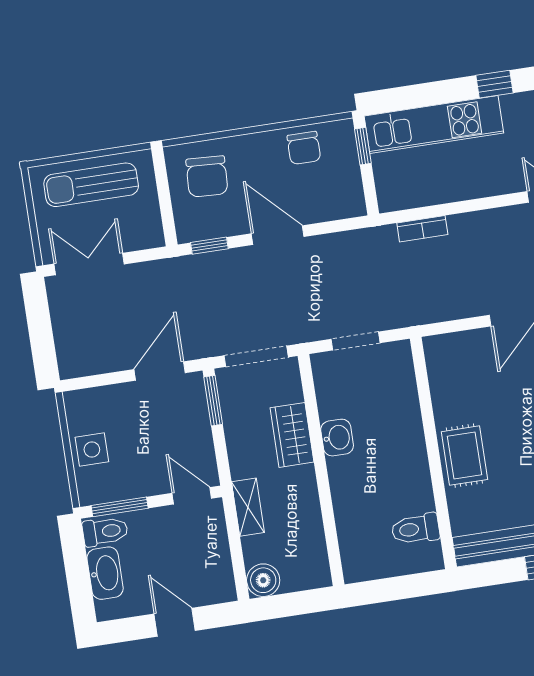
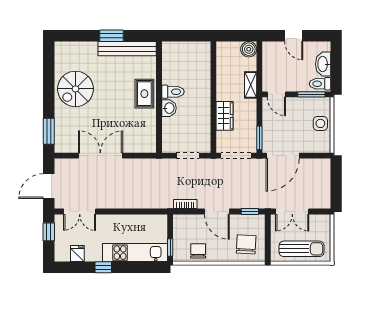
bookcase: (422, 229) -> (185, 204), moved
double door: (89, 264) -> (292, 212), moved
door: (160, 371) -> (283, 156), width x1.36
washbasin: (337, 438) -> (169, 108), moved, turned 180
toilet: (416, 529) -> (173, 92), moved

